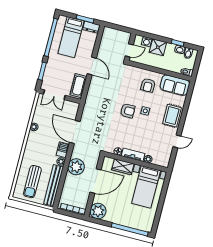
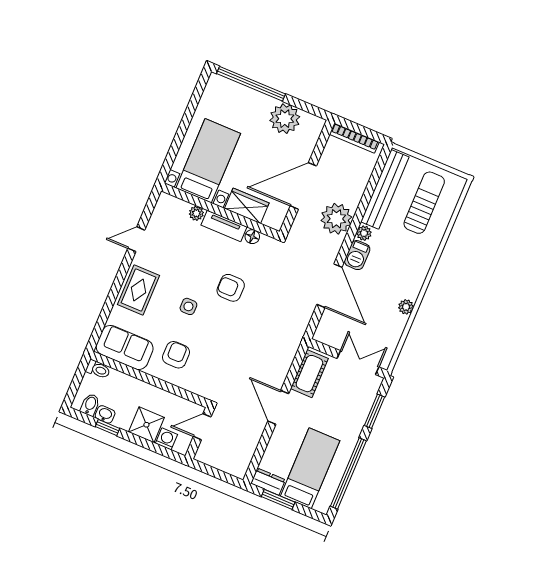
armchair: (128, 111) -> (231, 288), moved
plant: (98, 211) -> (285, 119), moved

